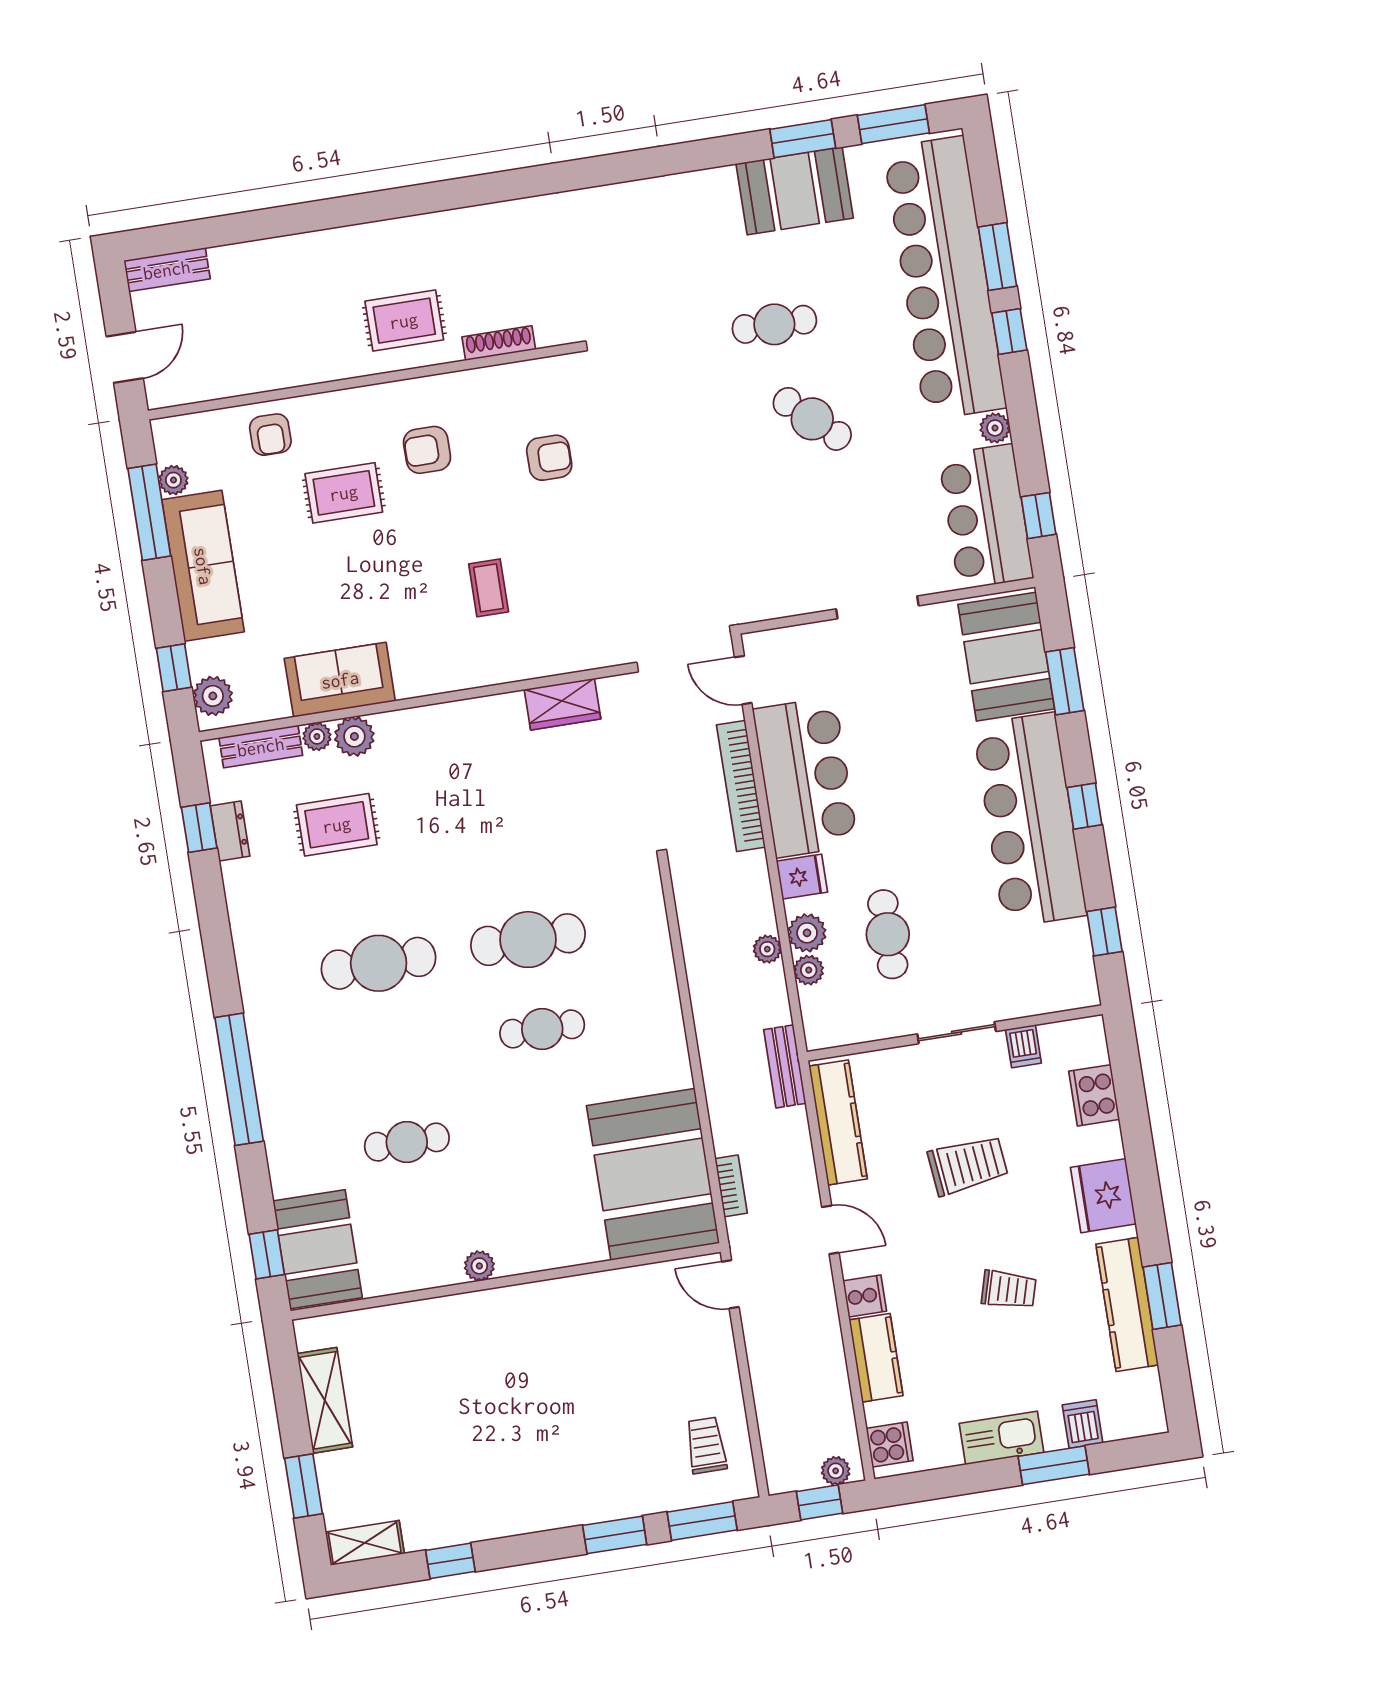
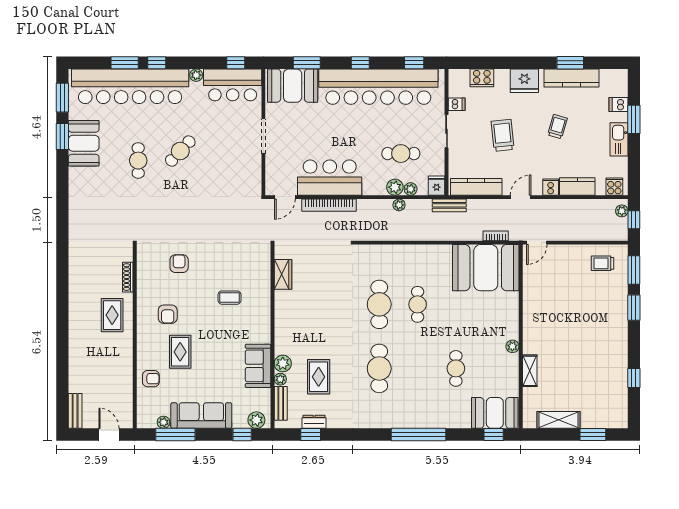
bar counter: (1030, 820) -> (378, 87), width x1.36
fridge: (802, 877) -> (437, 186), moved
shelving: (365, 1543) -> (530, 371), moved

